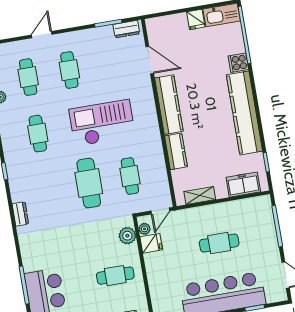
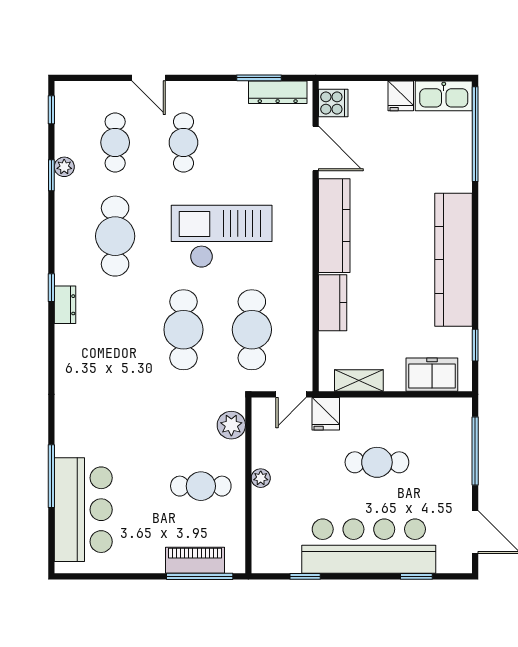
dresser: (126, 29) -> (278, 92), width x1.44
door: (42, 35) -> (149, 78), swing flipped
cooker: (238, 63) -> (333, 103), moved, turned 180
cafe table: (38, 134) -> (115, 236), width x1.37, depth x1.35
cafe table: (130, 176) -> (252, 330), width x1.37, depth x1.35
dresser: (20, 214) -> (65, 305), moved
plant: (144, 229) -> (261, 478), moved
fridge: (151, 243) -> (326, 414), moved, turned 90

